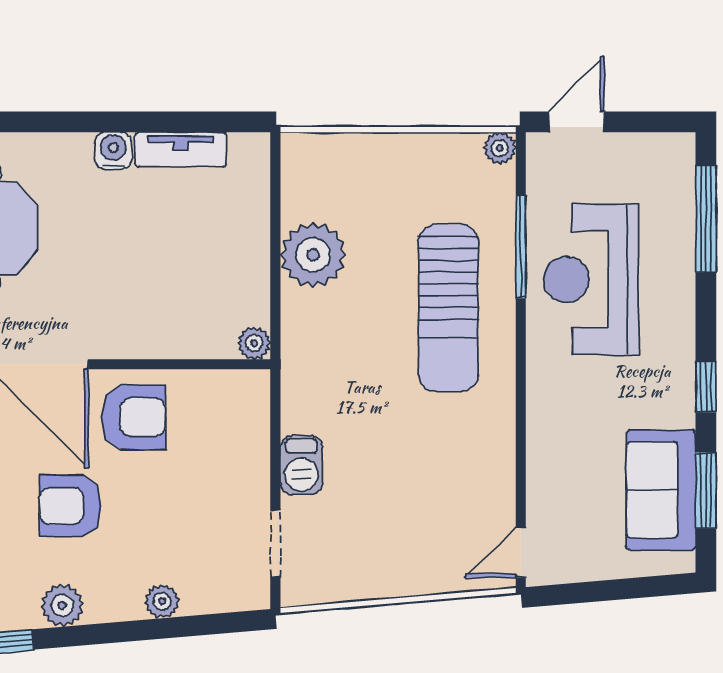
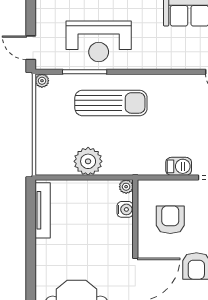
tv unit: (181, 149) -> (43, 210), width x1.41
water cooler: (113, 151) -> (125, 209), moved, turned 180
armchair: (134, 417) -> (170, 220), moved

